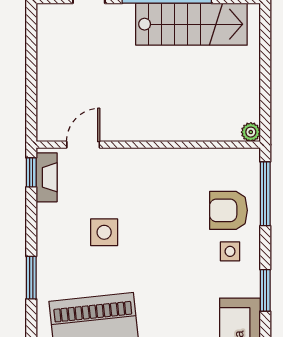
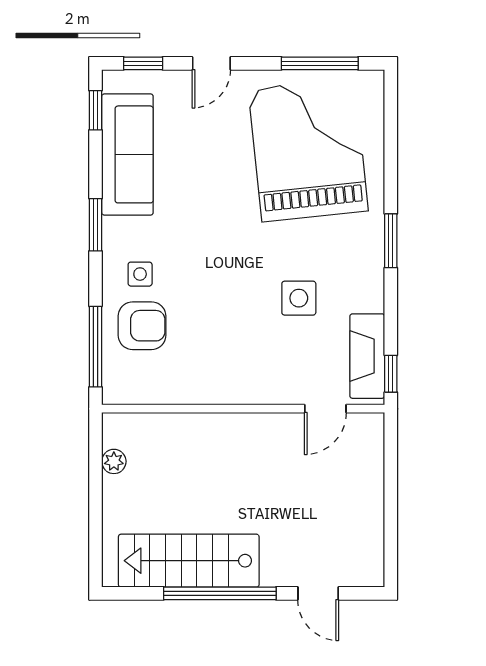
plant: (251, 132) -> (114, 461), moved
fireplace: (47, 177) -> (367, 356), width x1.37, depth x1.32

